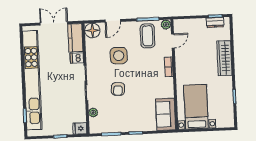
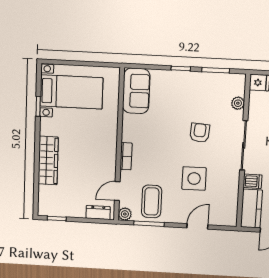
dresser: (215, 22) -> (98, 212), moved
floor lamp: (92, 31) -> (227, 216), removed
bed with nightstands: (196, 107) -> (71, 92), moved, turned -90

